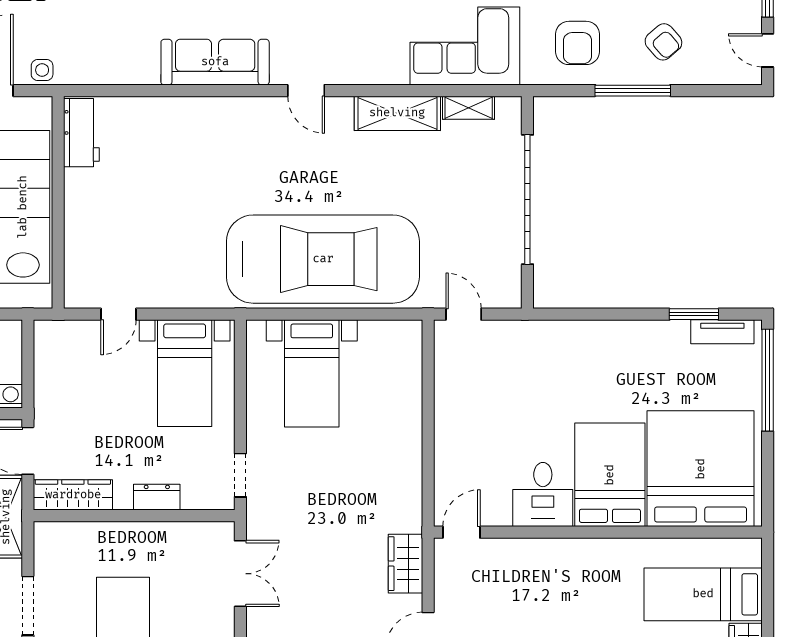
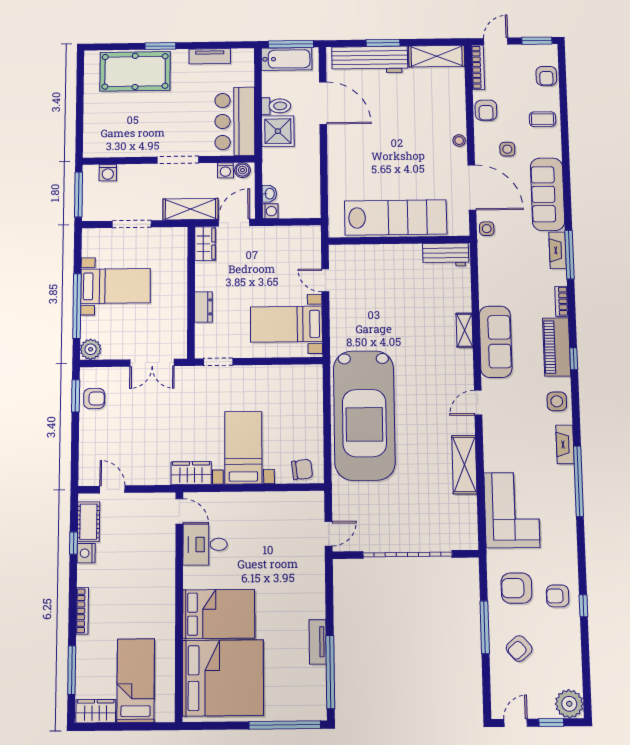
shelving: (469, 108) -> (464, 330), moved
door: (464, 314) -> (329, 534), moved
window: (694, 314) -> (330, 672), width x2.11
tv unit: (722, 332) -> (318, 642), moved
chair: (402, 352) -> (302, 469), added
bed with nightstands: (312, 373) -> (243, 448), moved, turned 90
wardrobe: (73, 495) -> (205, 244), width x0.67
desk: (543, 495) -> (205, 544), moved
wardrobe: (406, 564) -> (191, 473), moved

